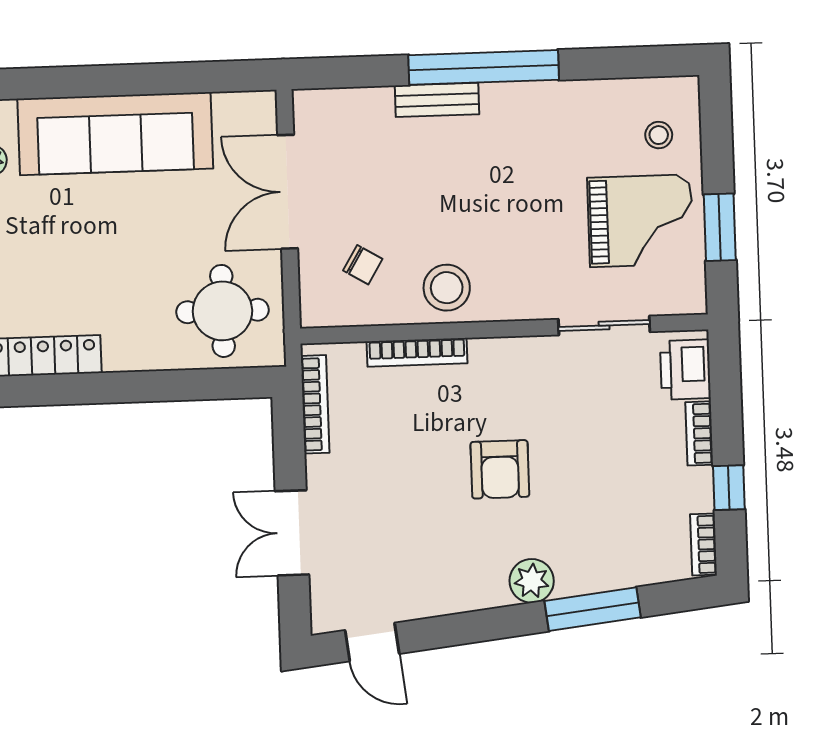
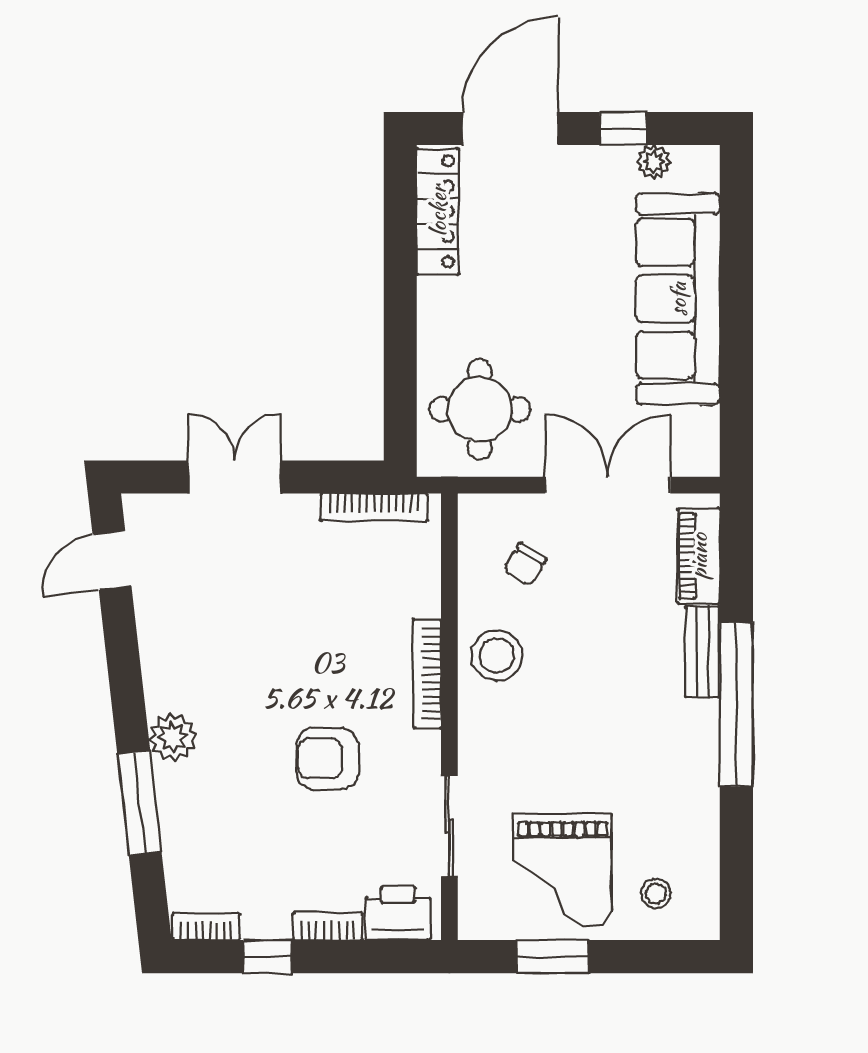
piano: (349, 106) -> (699, 556), added
bookcase: (417, 352) -> (427, 674), moved
armchair: (500, 469) -> (328, 759), moved

